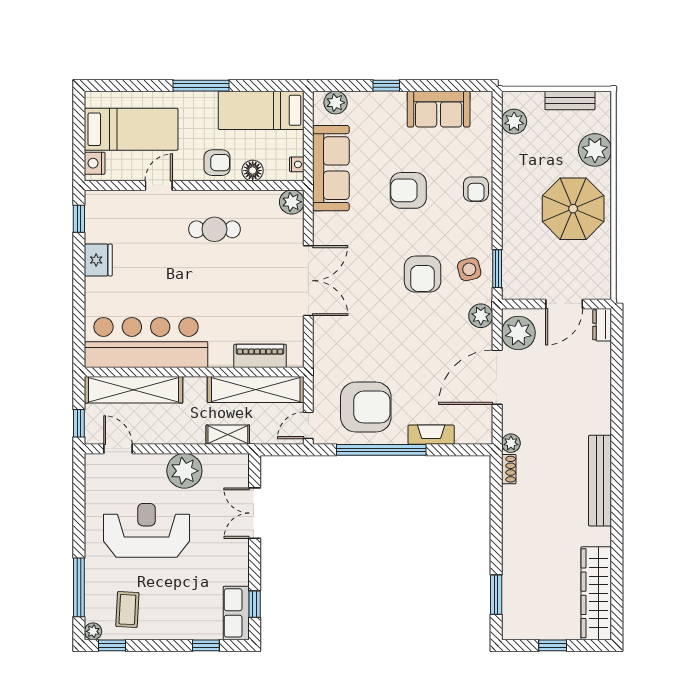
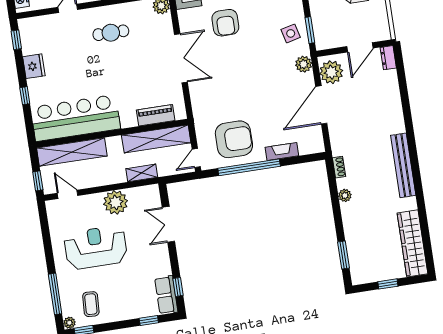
armchair: (423, 274) -> (225, 23), moved
window: (79, 300) -> (25, 96), added
plant: (511, 443) -> (345, 195), moved

